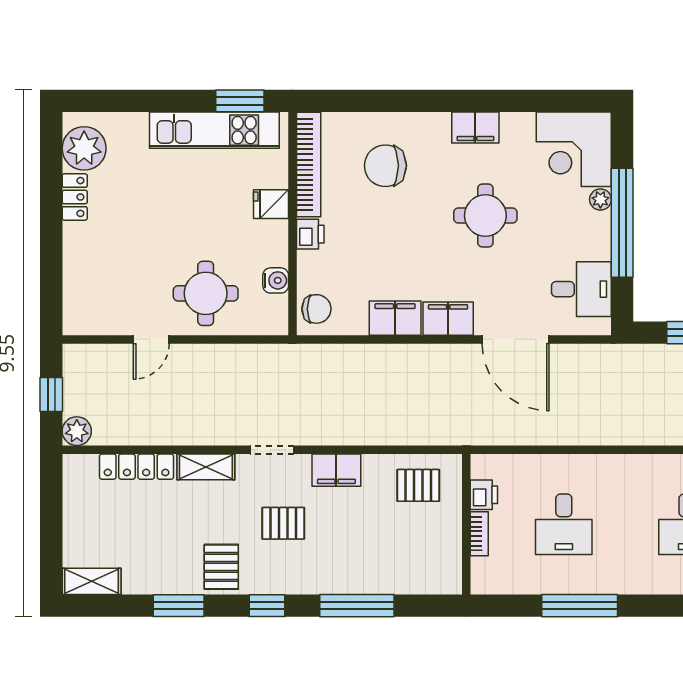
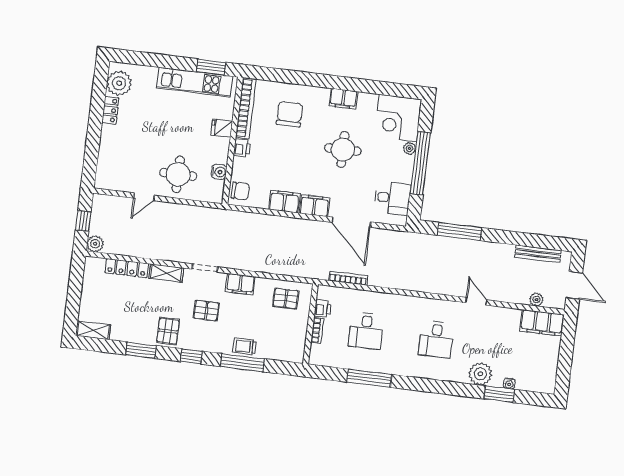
chair: (385, 166) -> (289, 114), turned 90
bookcase: (522, 437) -> (348, 278), added
trolley: (357, 577) -> (244, 346), added

